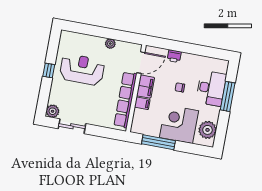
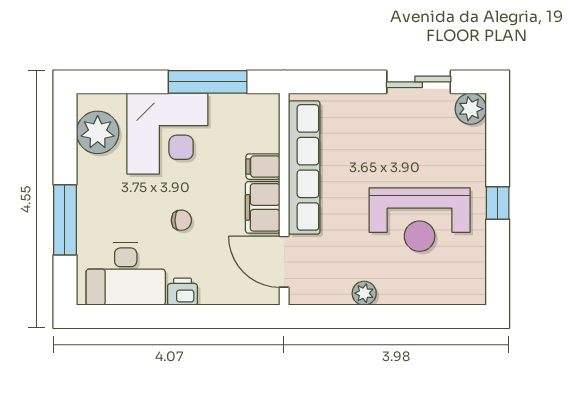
printer: (174, 56) -> (183, 292), moved
door: (141, 63) -> (284, 262), hinge flipped
desk: (211, 88) -> (126, 274), moved, turned -90

